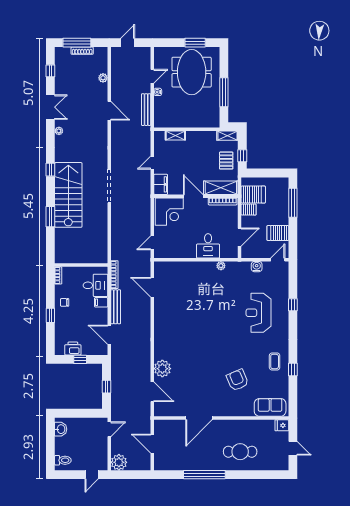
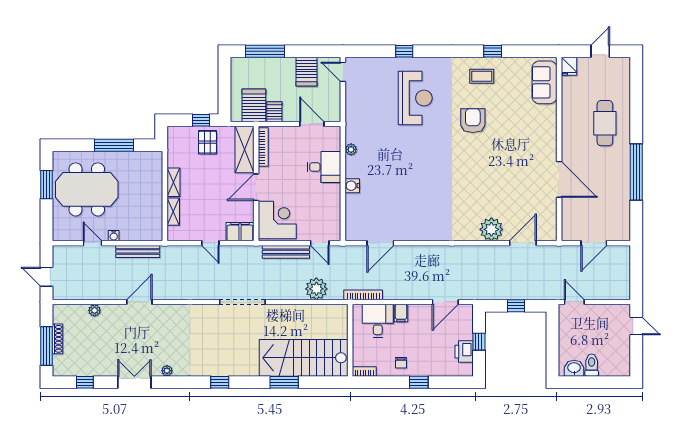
shelving: (227, 136) -> (174, 182), moved
pallet: (226, 161) -> (207, 142), turned 90
stairs: (68, 195) -> (304, 358), moved
water cooler: (257, 267) -> (352, 186), moved
bench: (116, 307) -> (286, 252), moved
reception desk: (259, 313) -> (415, 98), turned -90
armchair: (237, 380) -> (473, 121), moved, turned 113
toilet: (63, 460) -> (592, 365), moved
plant: (119, 462) -> (316, 289), moved

